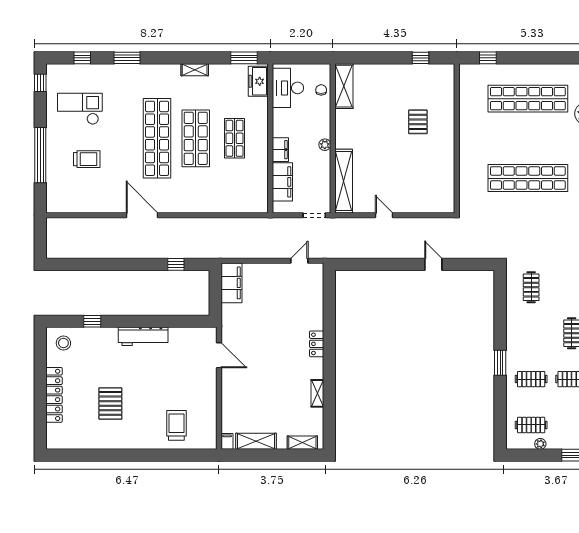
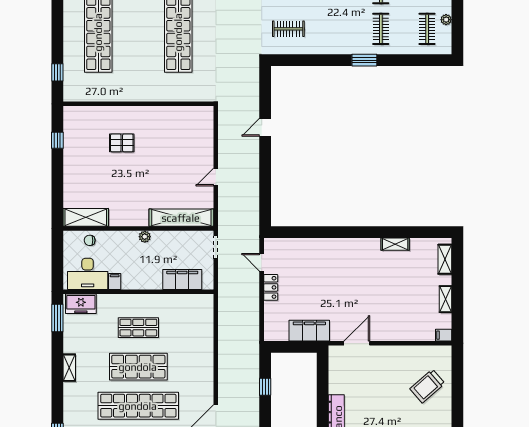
filing cabinet: (280, 150) -> (115, 281), moved, width x0.50
filing cabinet: (231, 283) -> (309, 331), moved
locker: (317, 344) -> (271, 287), moved, turned -90
trolley: (176, 425) -> (427, 386), turned -41
shelving: (256, 441) -> (446, 299), width x0.67, depth x0.75

